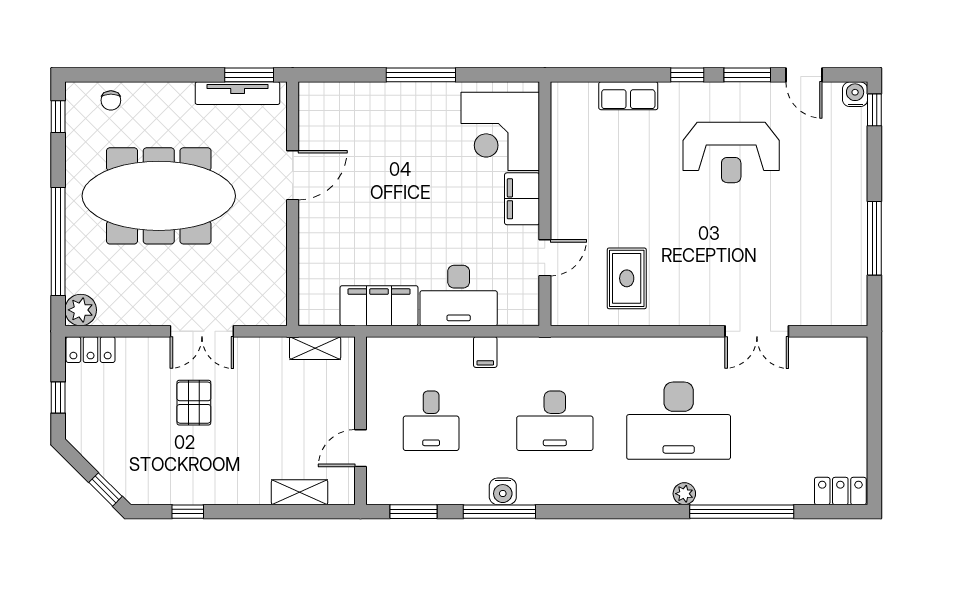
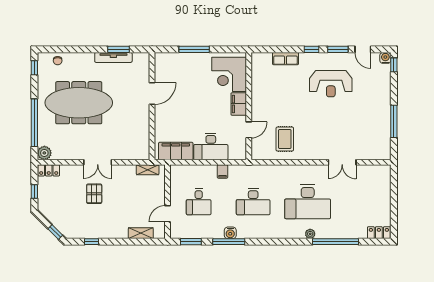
door: (293, 175) -> (152, 94), moved
wall: (293, 204) -> (152, 106), moved

